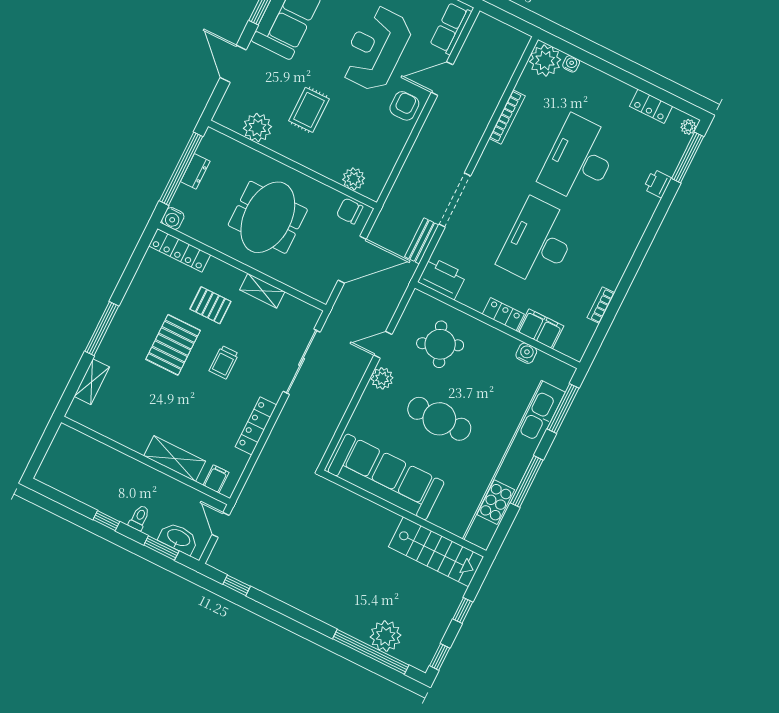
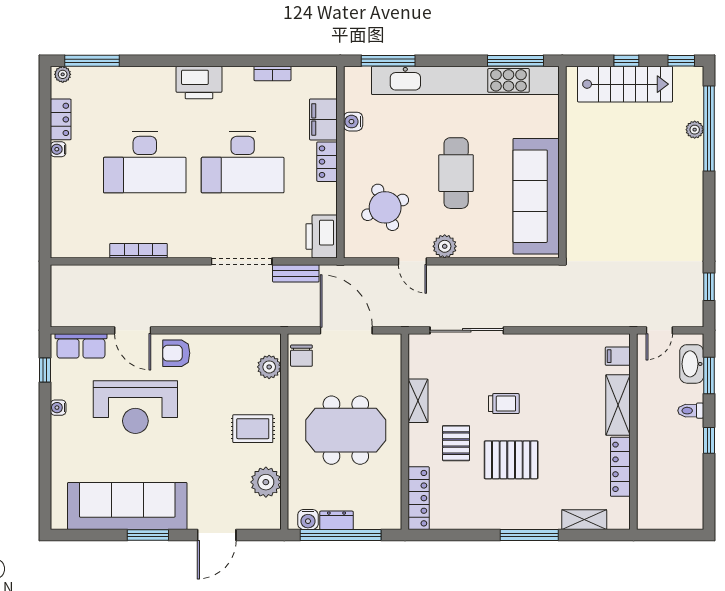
plant: (545, 61) -> (67, 241), removed
water cooler: (571, 64) -> (58, 149), moved
rug: (309, 110) -> (253, 429), moved
printer: (657, 183) -> (199, 83), moved, width x1.87, depth x1.48
water cooler: (173, 218) -> (308, 519), moved, turned 90
locker: (256, 426) -> (620, 467), moved, turned 90
window: (527, 482) -> (516, 61), moved
stairs: (436, 552) -> (625, 84), moved, turned 90
plant: (386, 636) -> (695, 130), width x0.53, depth x0.53

